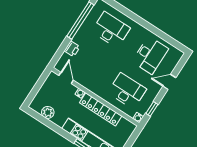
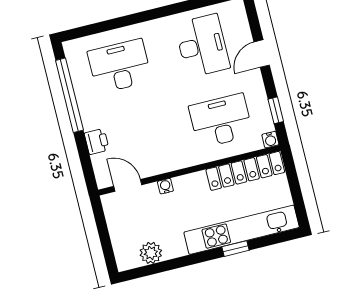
locker: (101, 109) -> (245, 171), moved

